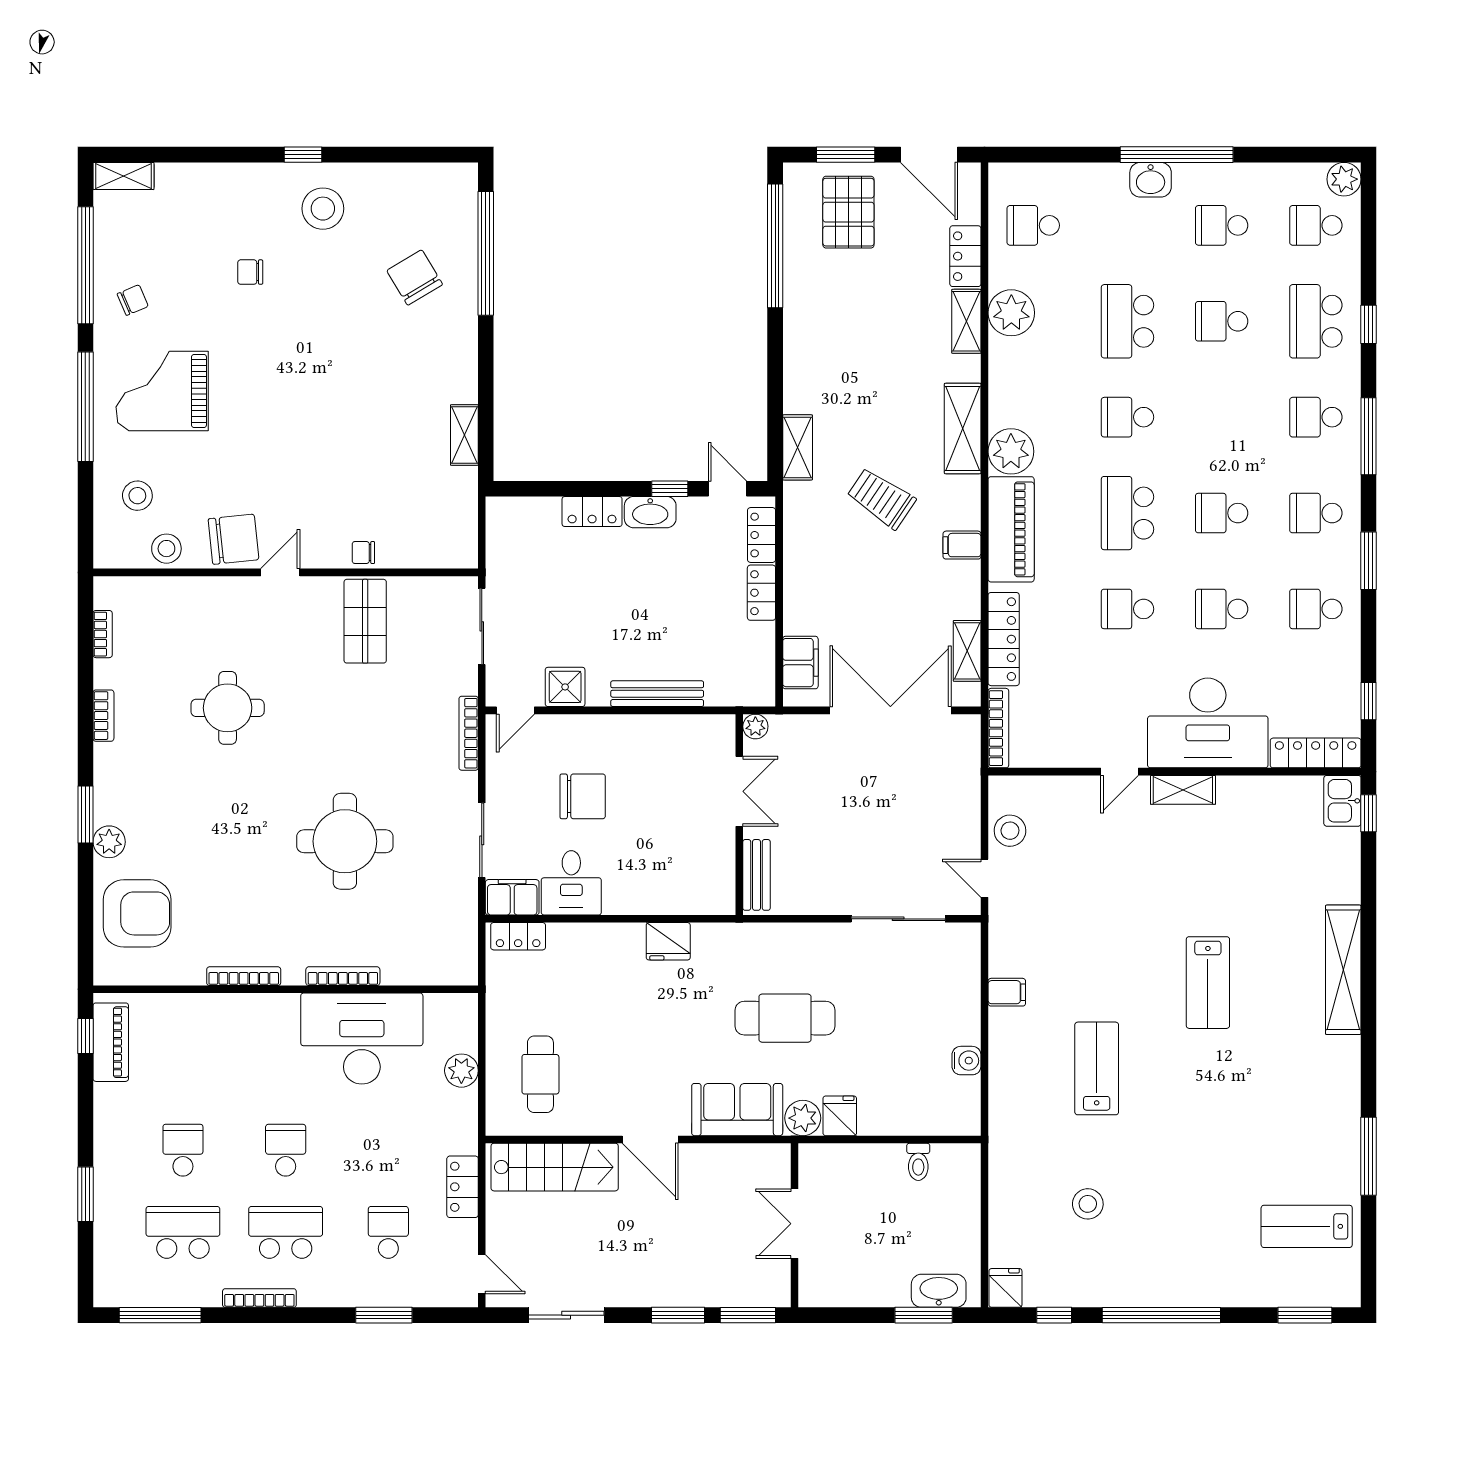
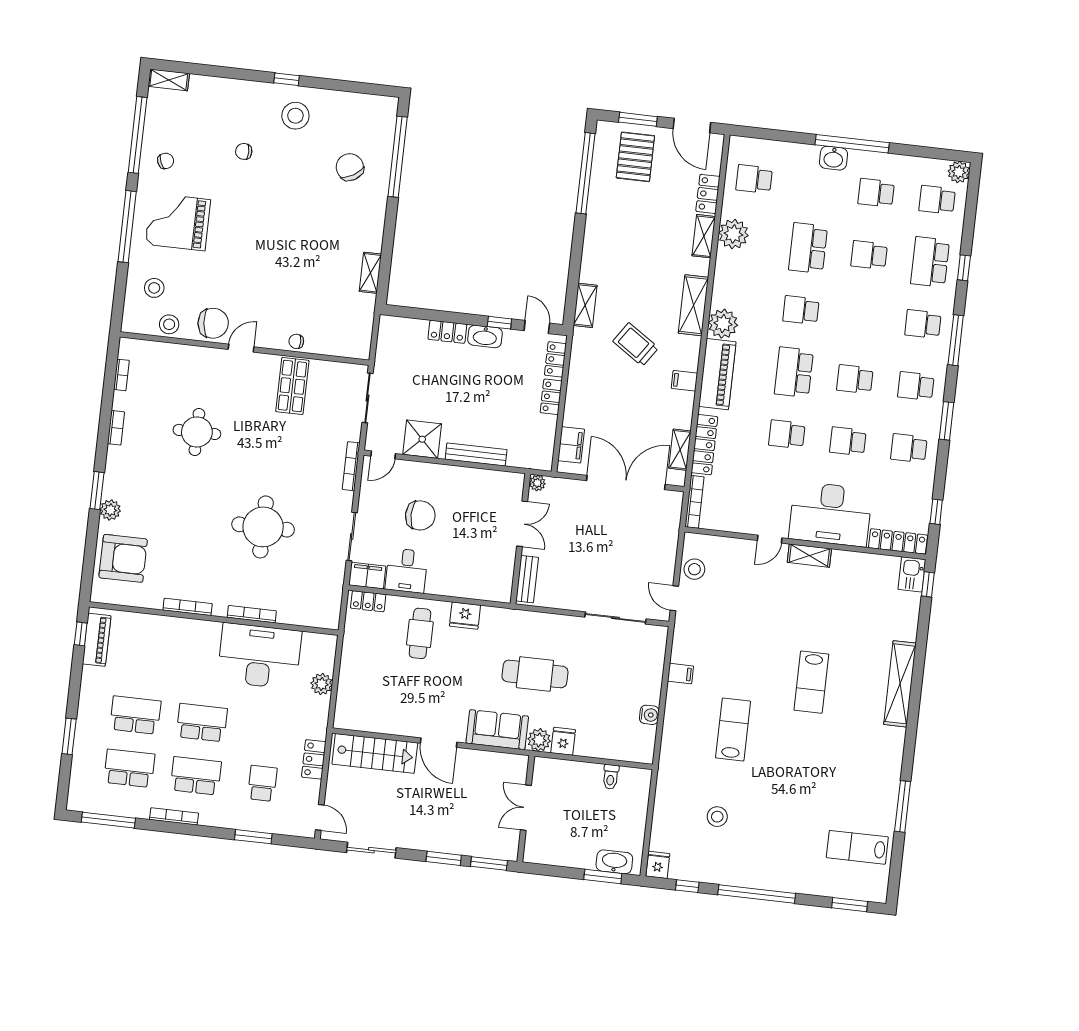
shower: (565, 687) -> (422, 439), width x1.36, depth x1.36
cafe table: (540, 1074) -> (420, 633), moved
school desk: (183, 1150) -> (135, 715), width x1.85
school desk: (286, 1150) -> (202, 723), width x1.85

